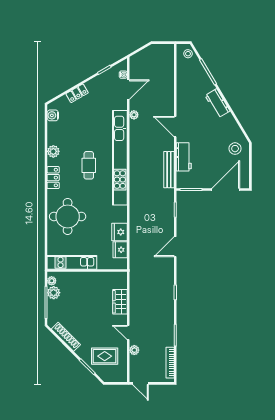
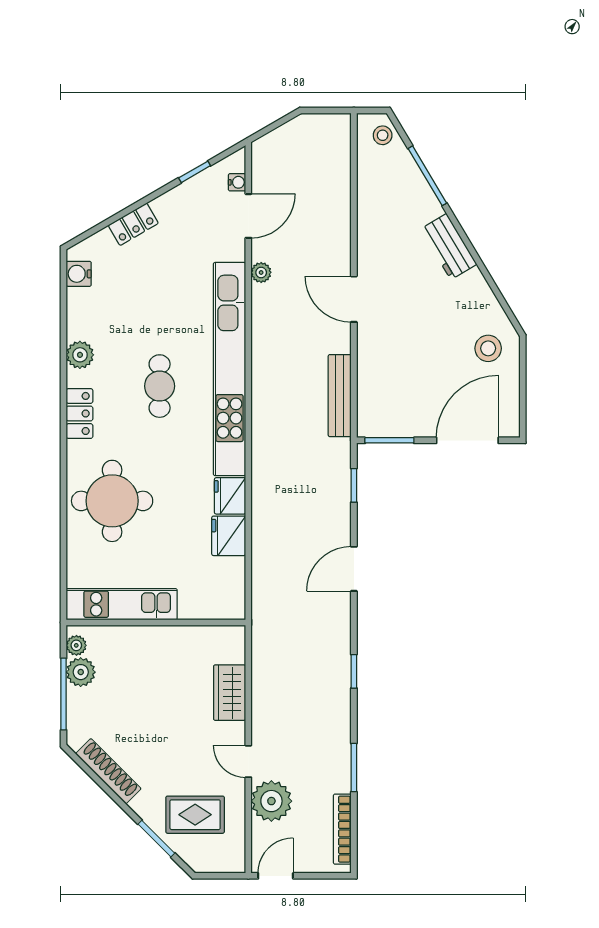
workbench: (184, 157) -> (373, 367), removed
fridge: (120, 250) -> (230, 496), moved
plant: (134, 350) -> (271, 801), width x1.88, depth x1.88
door: (140, 383) -> (276, 876), swing flipped

